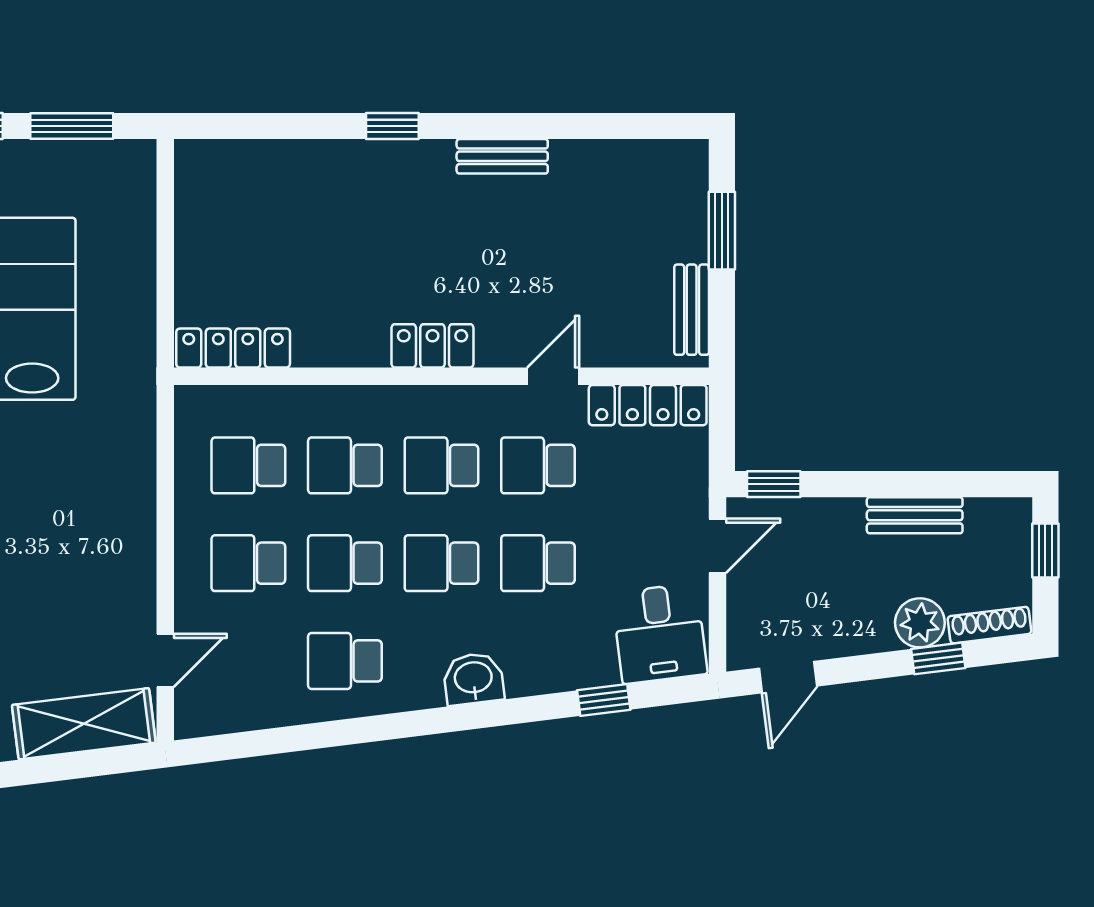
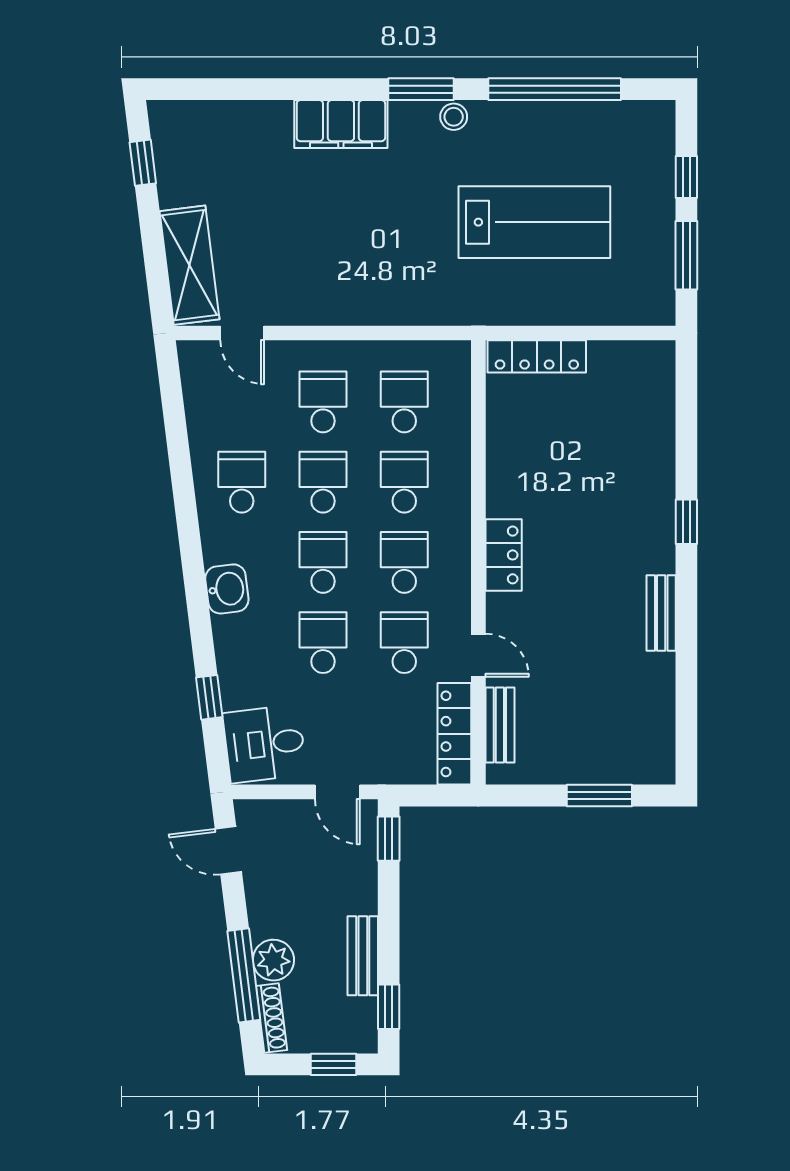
bench: (692, 310) -> (500, 725), moved, turned 90
locker: (233, 348) -> (537, 356), moved, turned 90
window: (976, 484) -> (389, 1007), added
window: (938, 658) -> (244, 975), width x2.17

